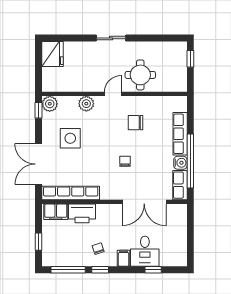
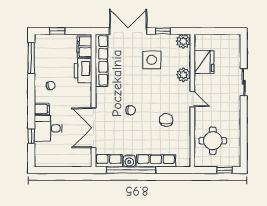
sliding door: (111, 38) -> (244, 82), moved
fridge: (53, 54) -> (204, 62), moved, turned -90
round table: (140, 75) -> (213, 141), moved
window: (39, 110) -> (163, 31), moved
window: (100, 270) -> (31, 87), removed

